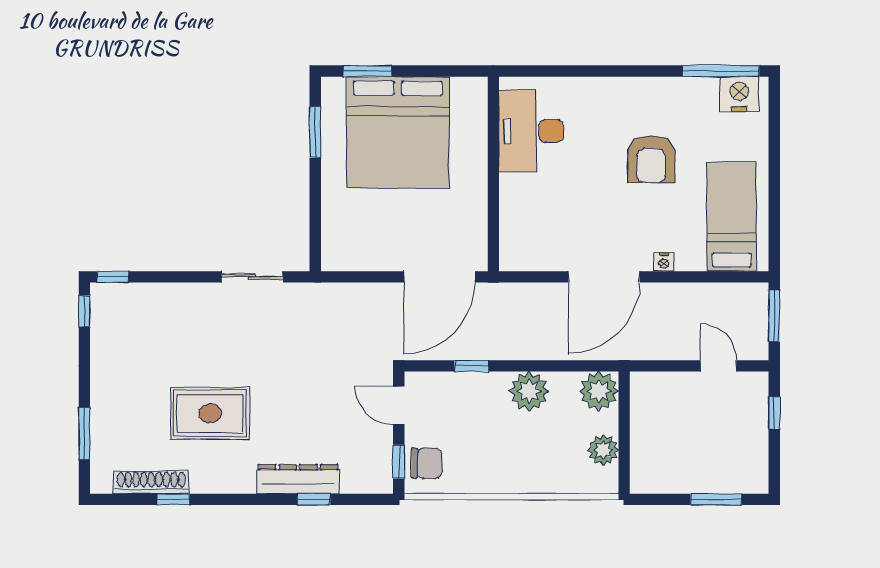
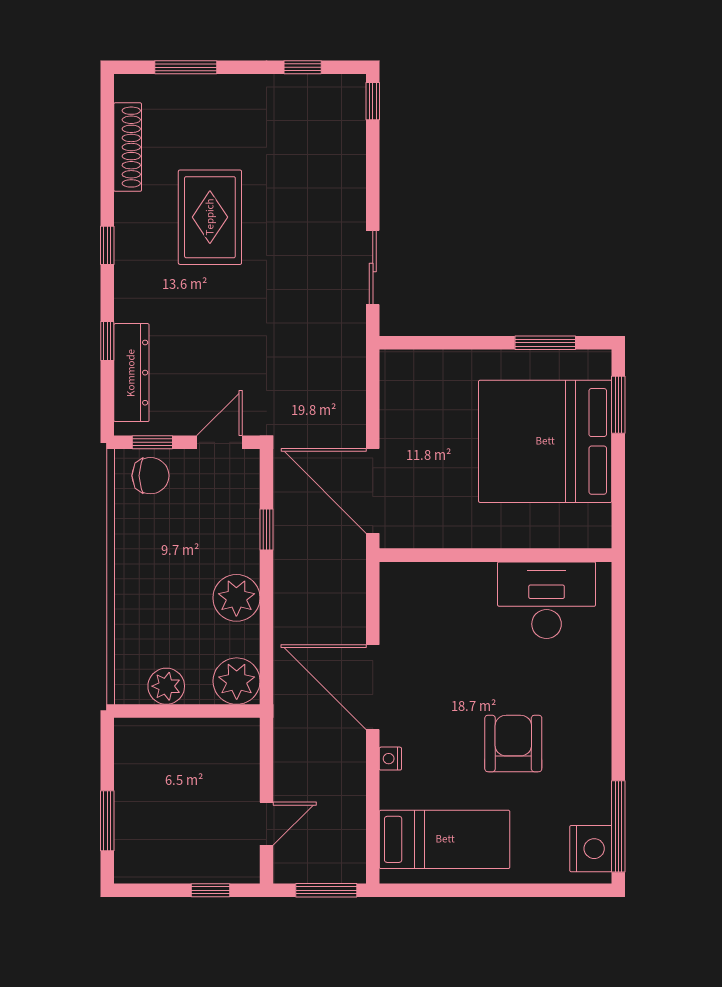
armchair: (651, 159) -> (513, 743), turned 90
window: (84, 311) -> (303, 67), moved
chair: (427, 463) -> (151, 476), turned -90
dresser: (298, 479) -> (131, 373), moved
window: (173, 499) -> (107, 245), moved

